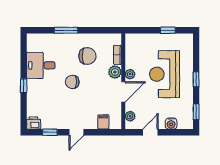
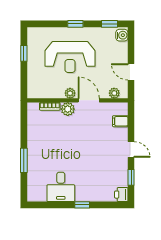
chair: (87, 56) -> (51, 138), removed
chair: (72, 82) -> (78, 154), removed
water cooler: (171, 124) -> (122, 35), moved

